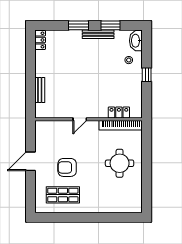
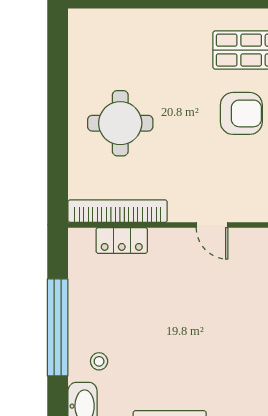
window: (147, 75) -> (58, 327), width x3.17
door: (80, 119) -> (212, 225), swing flipped

